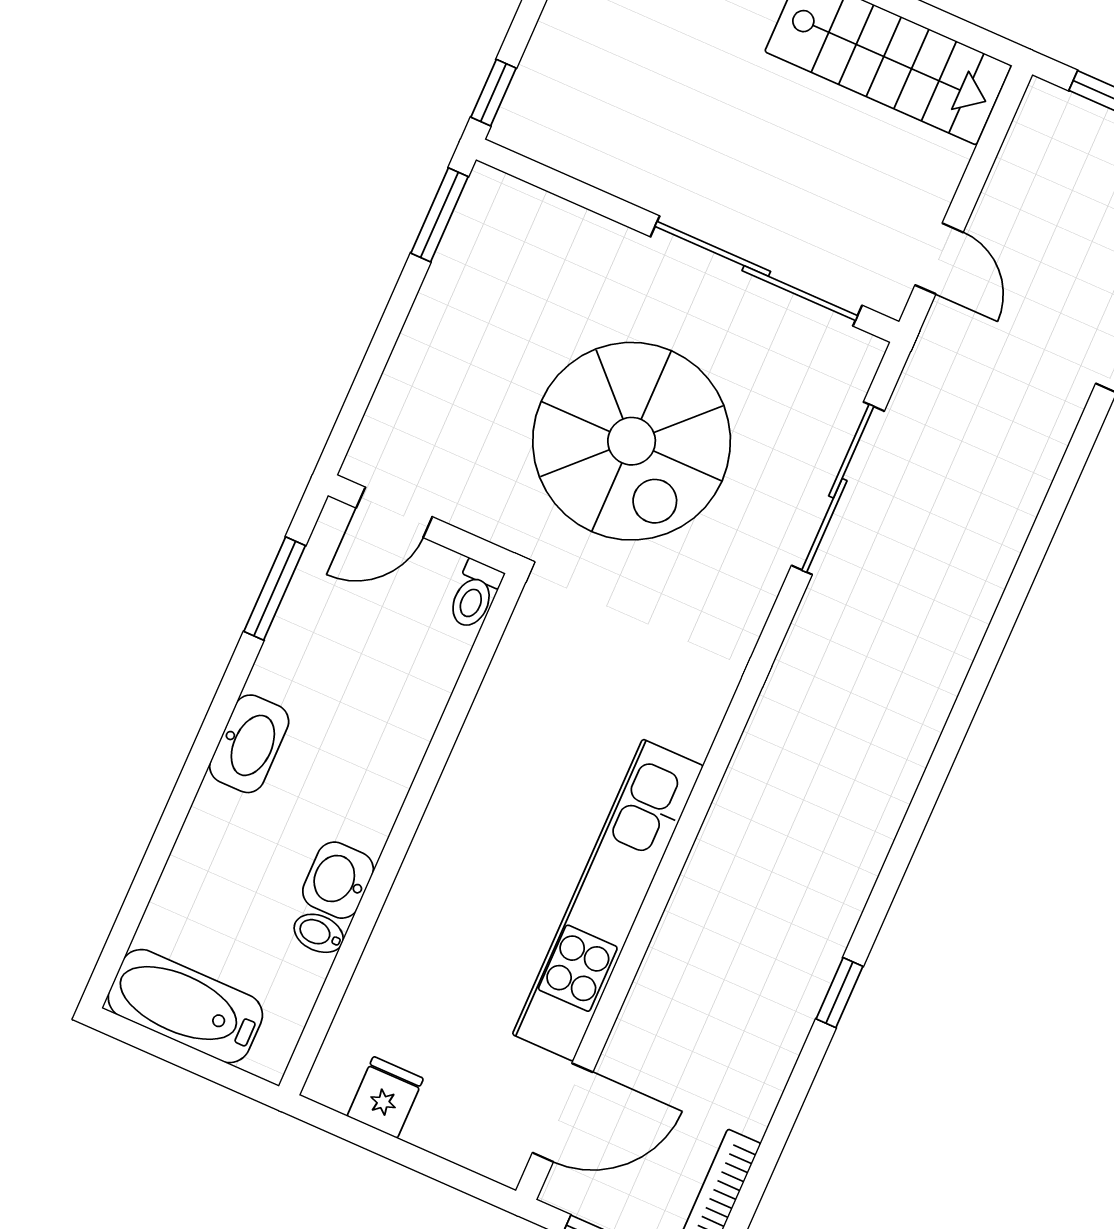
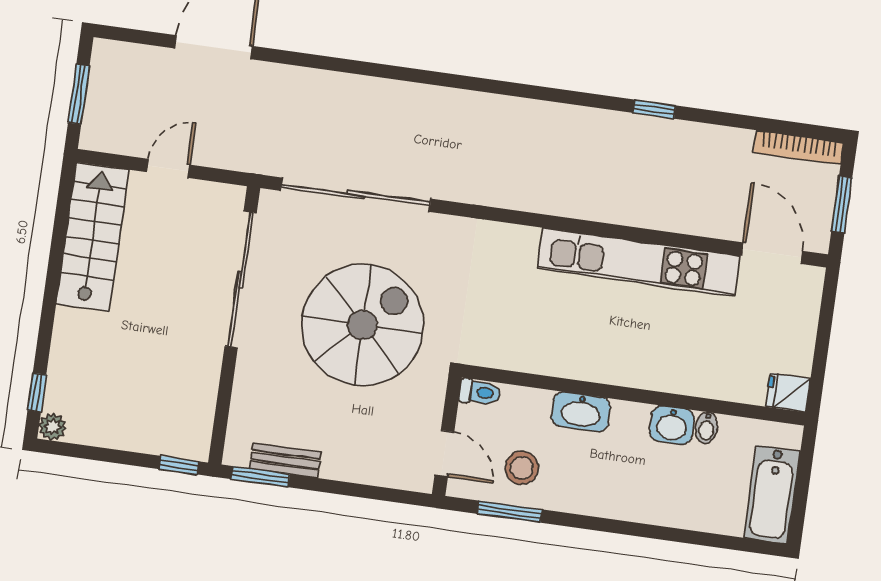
door: (939, 259) -> (168, 168), moved
bench: (454, 261) -> (285, 460), added
sliding door: (838, 488) -> (356, 195), width x1.36
stool: (338, 627) -> (522, 468), added
washbasin: (249, 744) -> (581, 412), moved, turned 180
fridge: (385, 1097) -> (788, 393), moved

